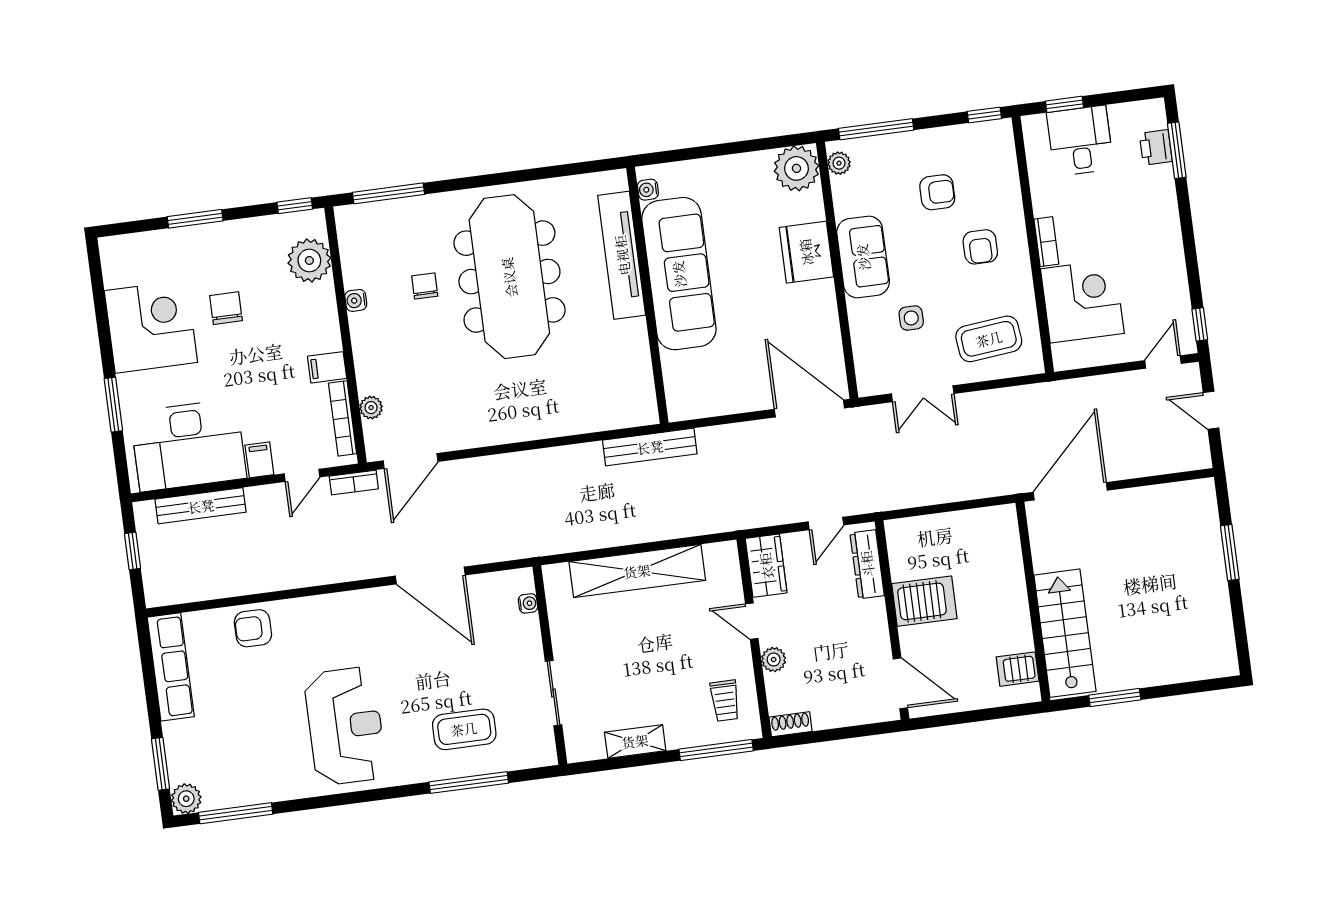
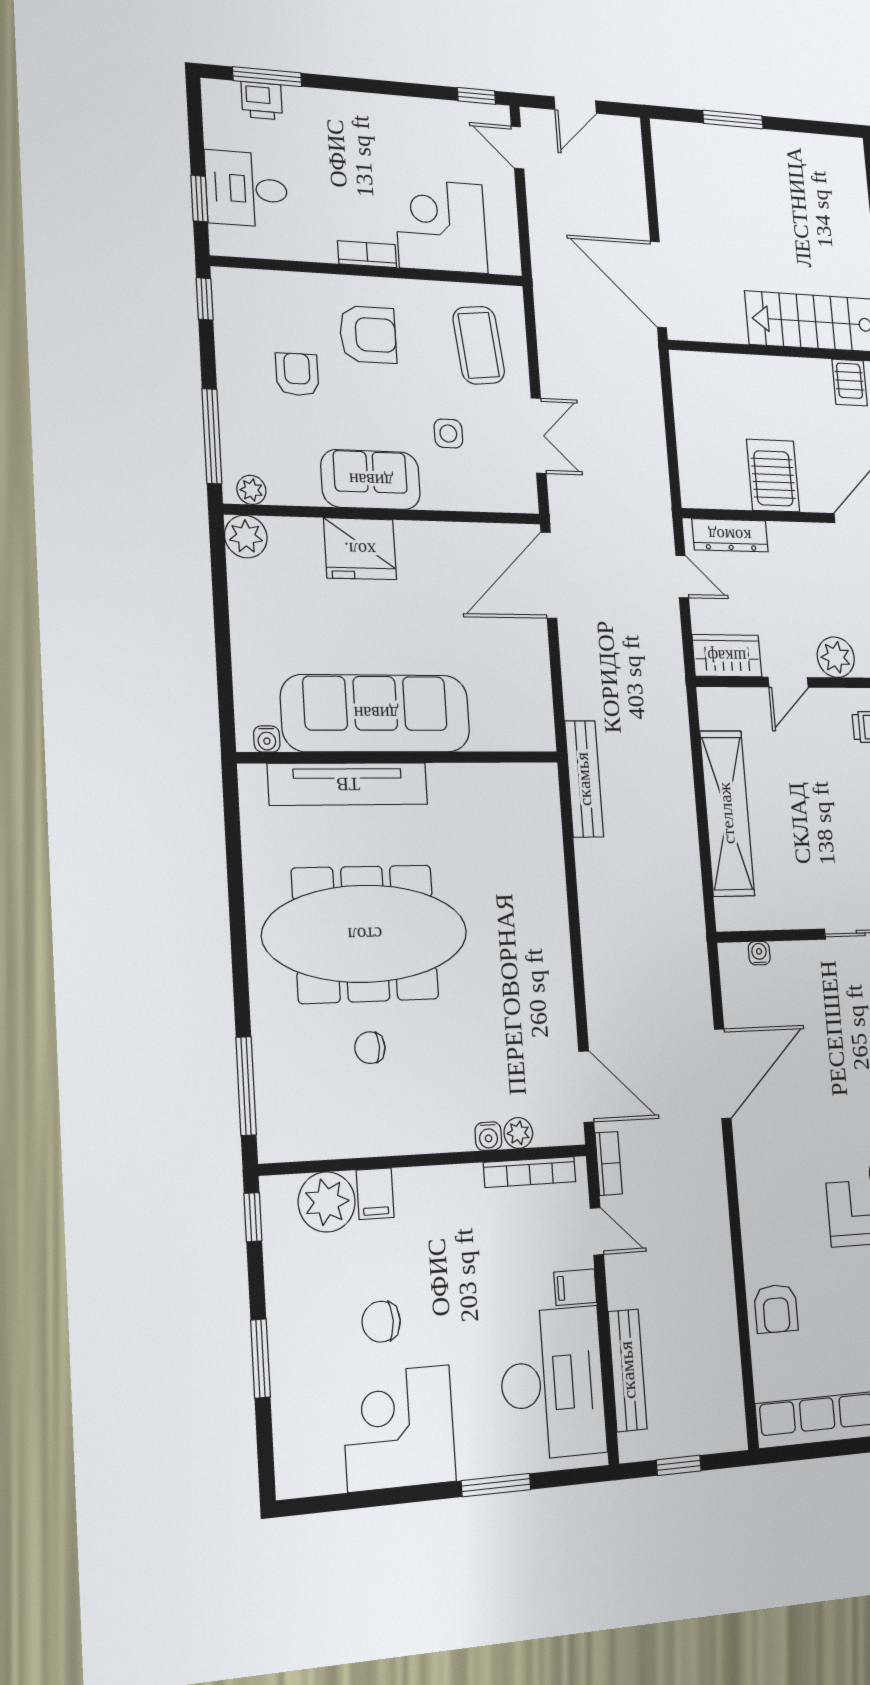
plant: (797, 168) -> (246, 537), width x0.73, depth x0.73
armchair: (980, 247) -> (368, 335), width x1.38, depth x1.38
water cooler: (356, 300) -> (488, 1136), moved
filing cabinet: (327, 367) -> (375, 1194), moved
plant: (774, 660) -> (836, 657), width x1.38, depth x1.38

